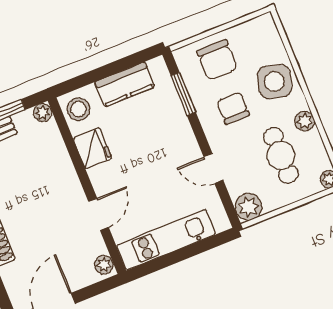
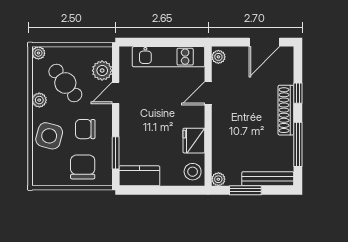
kitchen counter: (125, 84) -> (139, 176), moved
chair: (233, 108) -> (85, 129), turned 90
cafe table: (281, 155) -> (65, 83), turned -38
door: (213, 168) -> (116, 93), swing flipped
plant: (248, 207) -> (102, 71), moved

